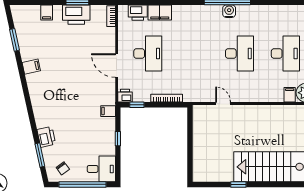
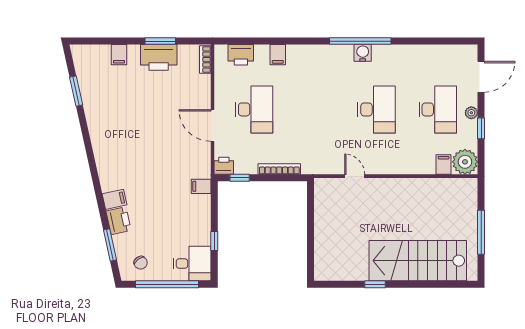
filing cabinet: (160, 12) -> (278, 55), width x0.50
filing cabinet: (31, 67) -> (114, 199), moved
window: (118, 139) -> (214, 241), moved

